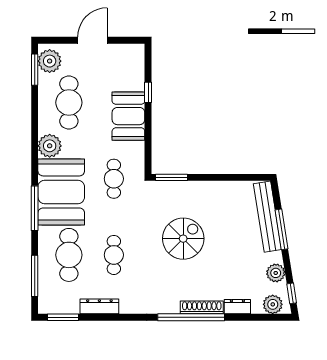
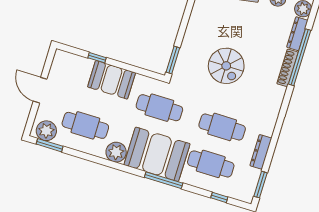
cafe table: (114, 179) -> (159, 108), width x1.37, depth x1.35
spiral stairs: (183, 239) -> (226, 66), turned 180
cafe table: (114, 255) -> (222, 127), width x1.37, depth x1.35
window: (35, 276) -> (219, 197), width x0.46
dresser: (237, 307) -> (297, 34), width x1.44
window: (191, 317) -> (300, 57), moved

